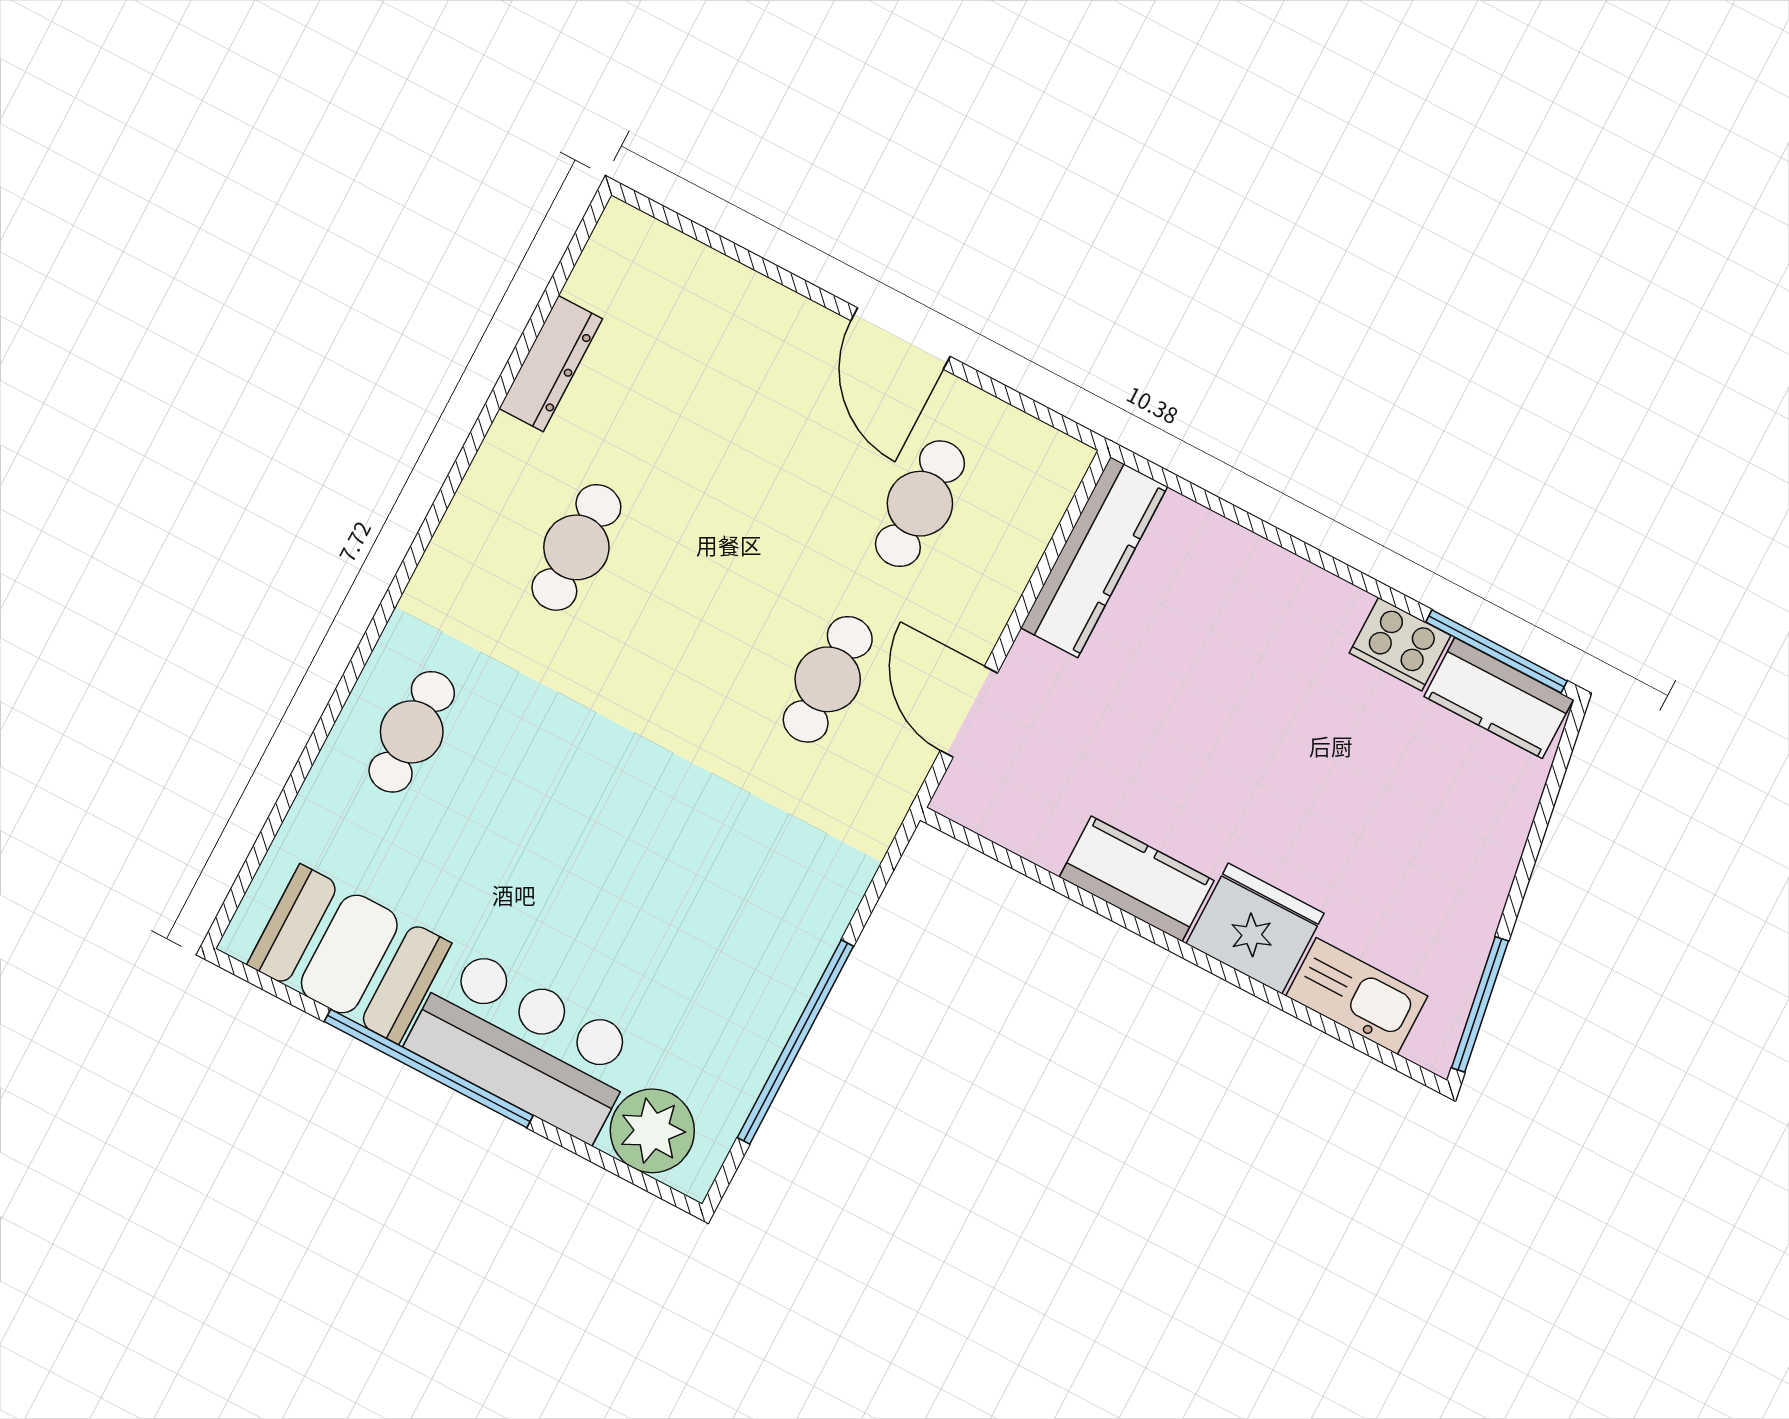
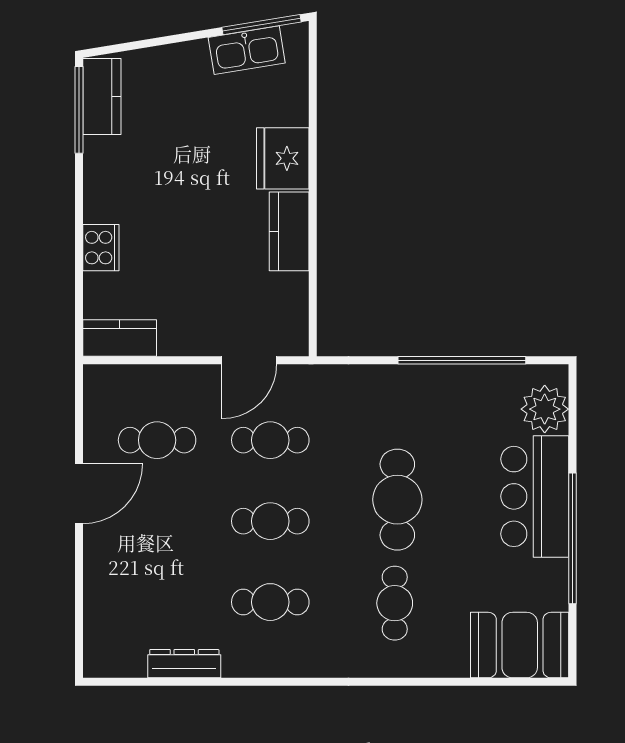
kitchen counter: (1094, 557) -> (120, 338), width x0.67
cafe table: (702, 613) -> (270, 521), added
cooker: (1400, 644) -> (101, 248), moved
cafe table: (412, 732) -> (395, 603), moved, turned 90
cafe table: (632, 828) -> (397, 500), added
booth: (349, 954) -> (520, 645), moved, turned 90
kitchen sink: (1357, 996) -> (247, 50), moved, turned -99

